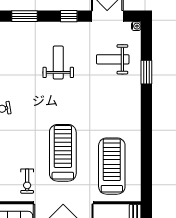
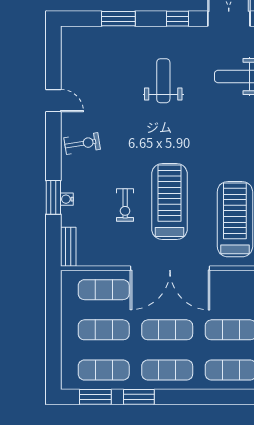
exercise bike: (27, 181) -> (125, 205), moved

